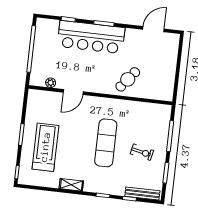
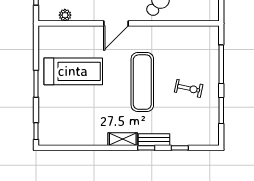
door: (73, 92) -> (116, 23), moved
treadmill: (45, 147) -> (73, 71), moved, turned 90
shelving: (71, 185) -> (123, 139), moved
bench: (142, 194) -> (154, 140), moved, width x0.73

